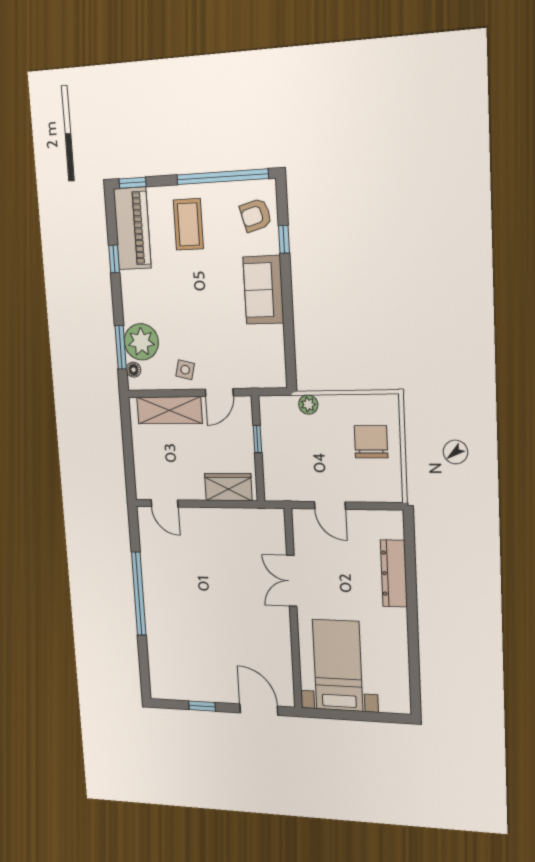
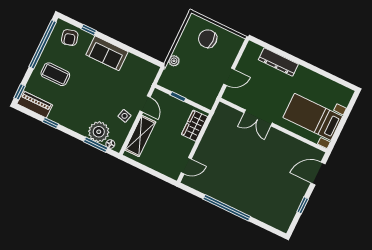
piano: (132, 229) -> (35, 104), width x0.73, depth x0.75

